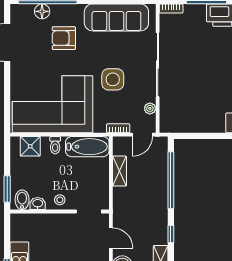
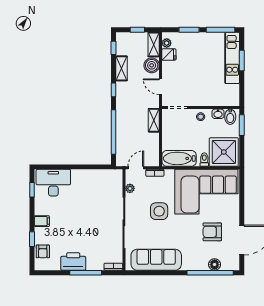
armchair: (64, 38) -> (212, 232), moved, turned 180
shower: (30, 146) -> (224, 152), width x1.86, depth x1.86
shelving: (119, 171) -> (154, 120), moved

